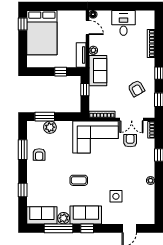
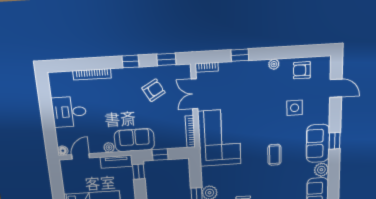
window: (61, 72) -> (139, 172), moved
double door: (132, 119) -> (194, 94), swing flipped
armchair: (130, 141) -> (302, 70), moved
window: (58, 228) -> (334, 175), removed

